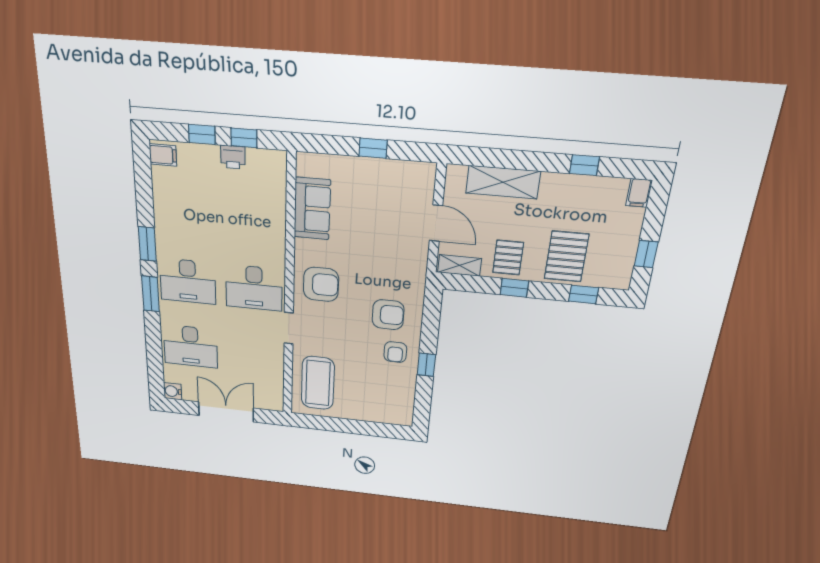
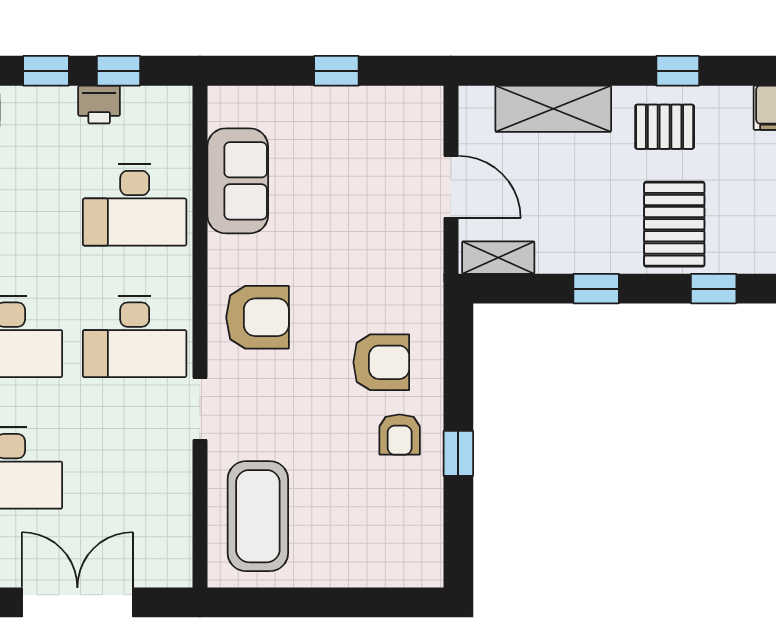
desk: (254, 217) -> (135, 205), added
pallet: (508, 258) -> (665, 127), moved, turned 90

